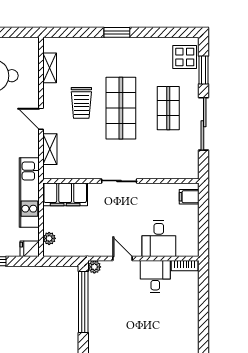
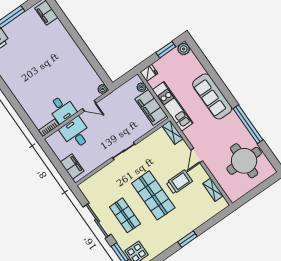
trolley: (81, 103) -> (179, 182), turned 90
door: (41, 119) -> (197, 156), swing flipped
shelving: (50, 149) -> (173, 132), moved
filing cabinet: (65, 194) -> (151, 107), moved, turned -90
filing cabinet: (189, 197) -> (72, 167), width x2.00
window: (83, 302) -> (94, 63), removed

